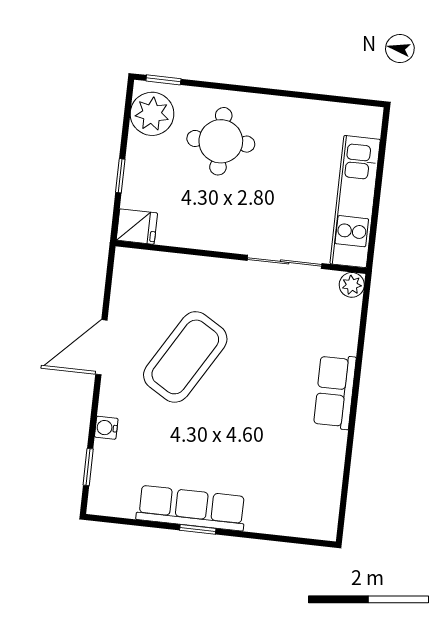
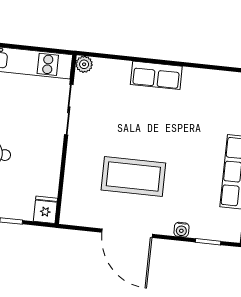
door: (101, 347) -> (127, 233), width x1.36
coffee table: (185, 357) -> (133, 177), turned -31

